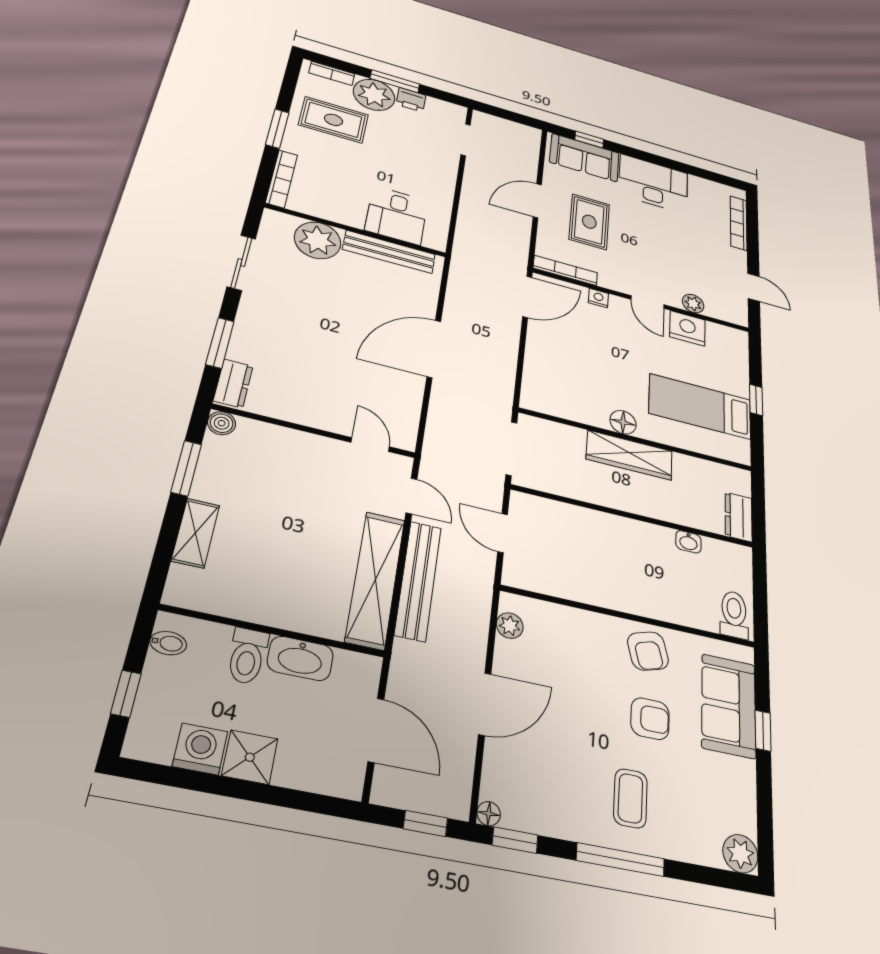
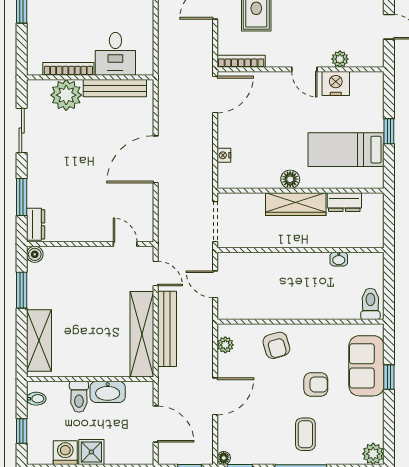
bookcase: (281, 179) -> (68, 69), moved, turned -90
nightstand: (598, 298) -> (224, 155), moved, turned -90
dresser: (739, 517) -> (344, 202), moved, turned -90
shelving: (195, 533) -> (39, 341), width x1.50, depth x1.33
armchair: (648, 651) -> (276, 345), moved

